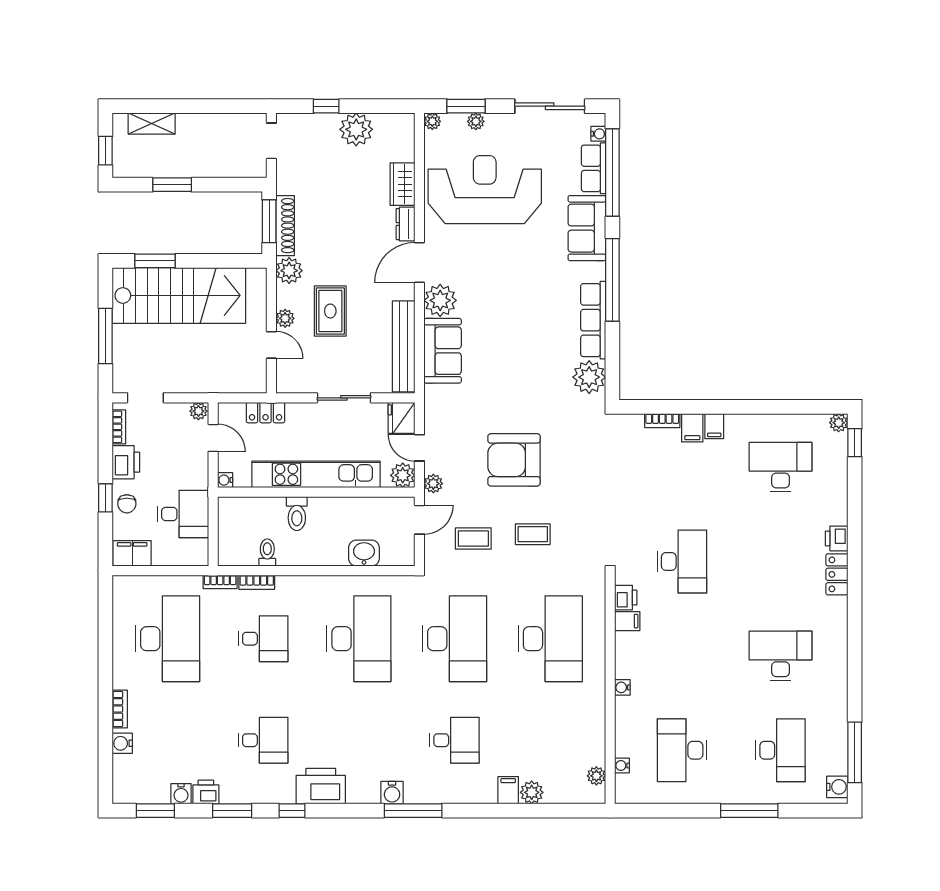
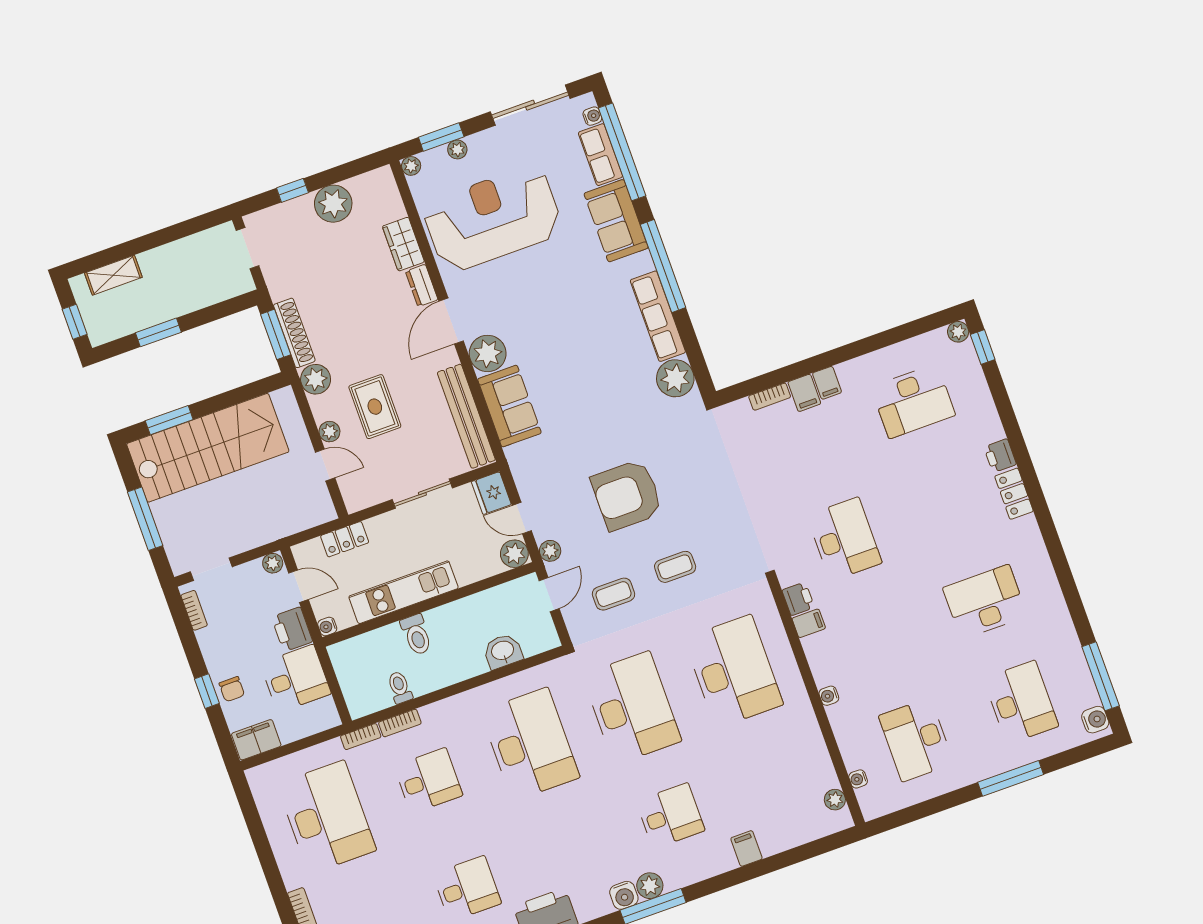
printer: (126, 462) -> (292, 629), moved, turned 180
desk: (781, 467) -> (913, 401), turned 180
kitchen unit: (316, 474) -> (403, 592), width x0.73
plant: (532, 792) -> (650, 886), moved

